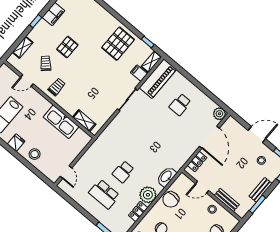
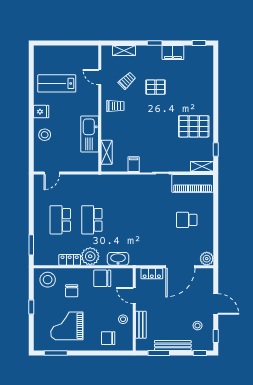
filing cabinet: (139, 73) -> (134, 164), moved
school desk: (123, 172) -> (92, 220), width x1.85
bench: (261, 190) -> (173, 345), width x1.36

